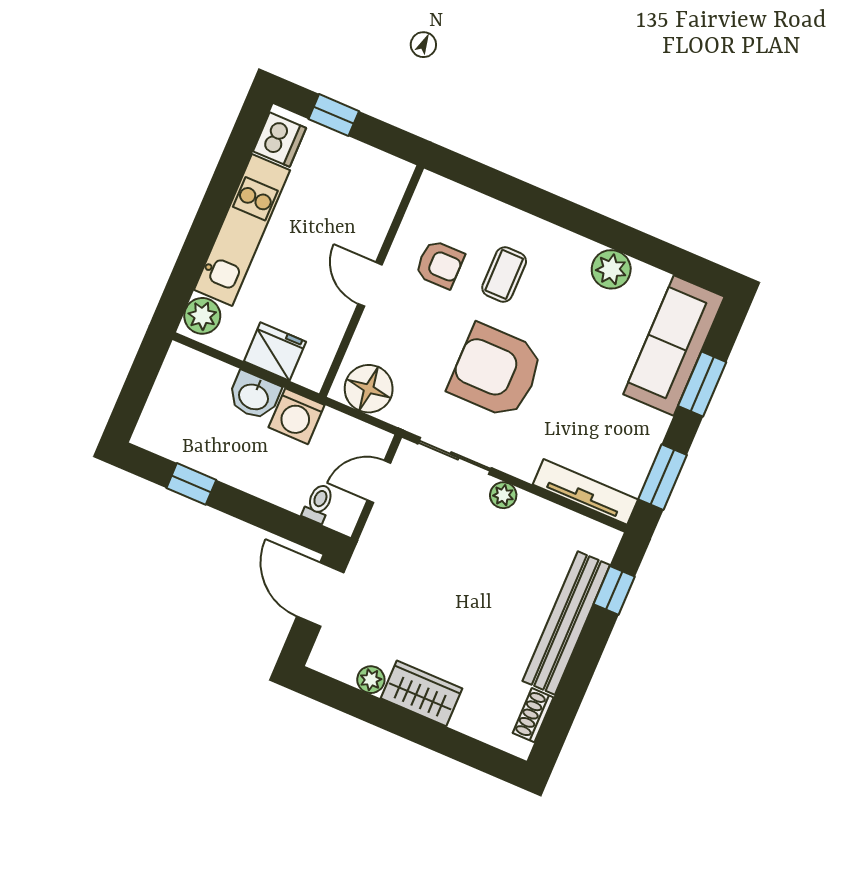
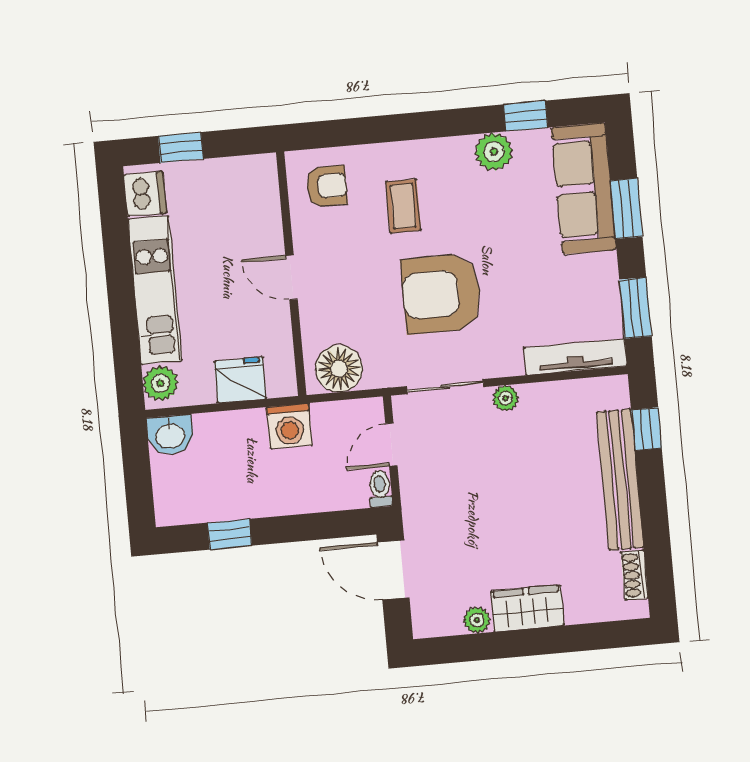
window: (657, 253) -> (526, 116), added
armchair: (440, 264) -> (327, 186), moved
washbasin: (254, 396) -> (170, 435), moved
toilet: (318, 503) -> (380, 489), moved

